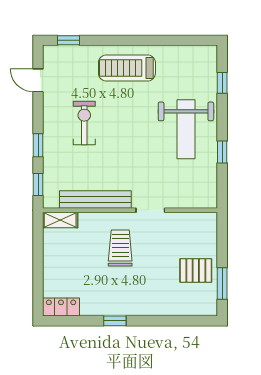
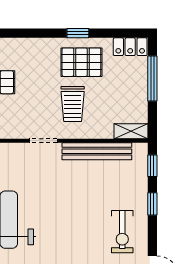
exercise bike: (84, 123) -> (122, 232), moved
window: (38, 274) -> (152, 79), added
pallet: (111, 291) -> (81, 62), added

